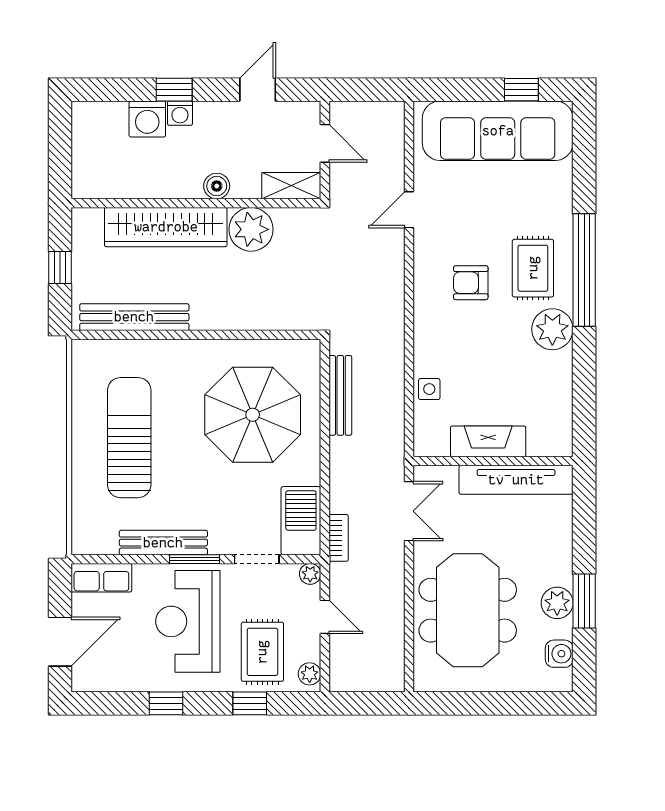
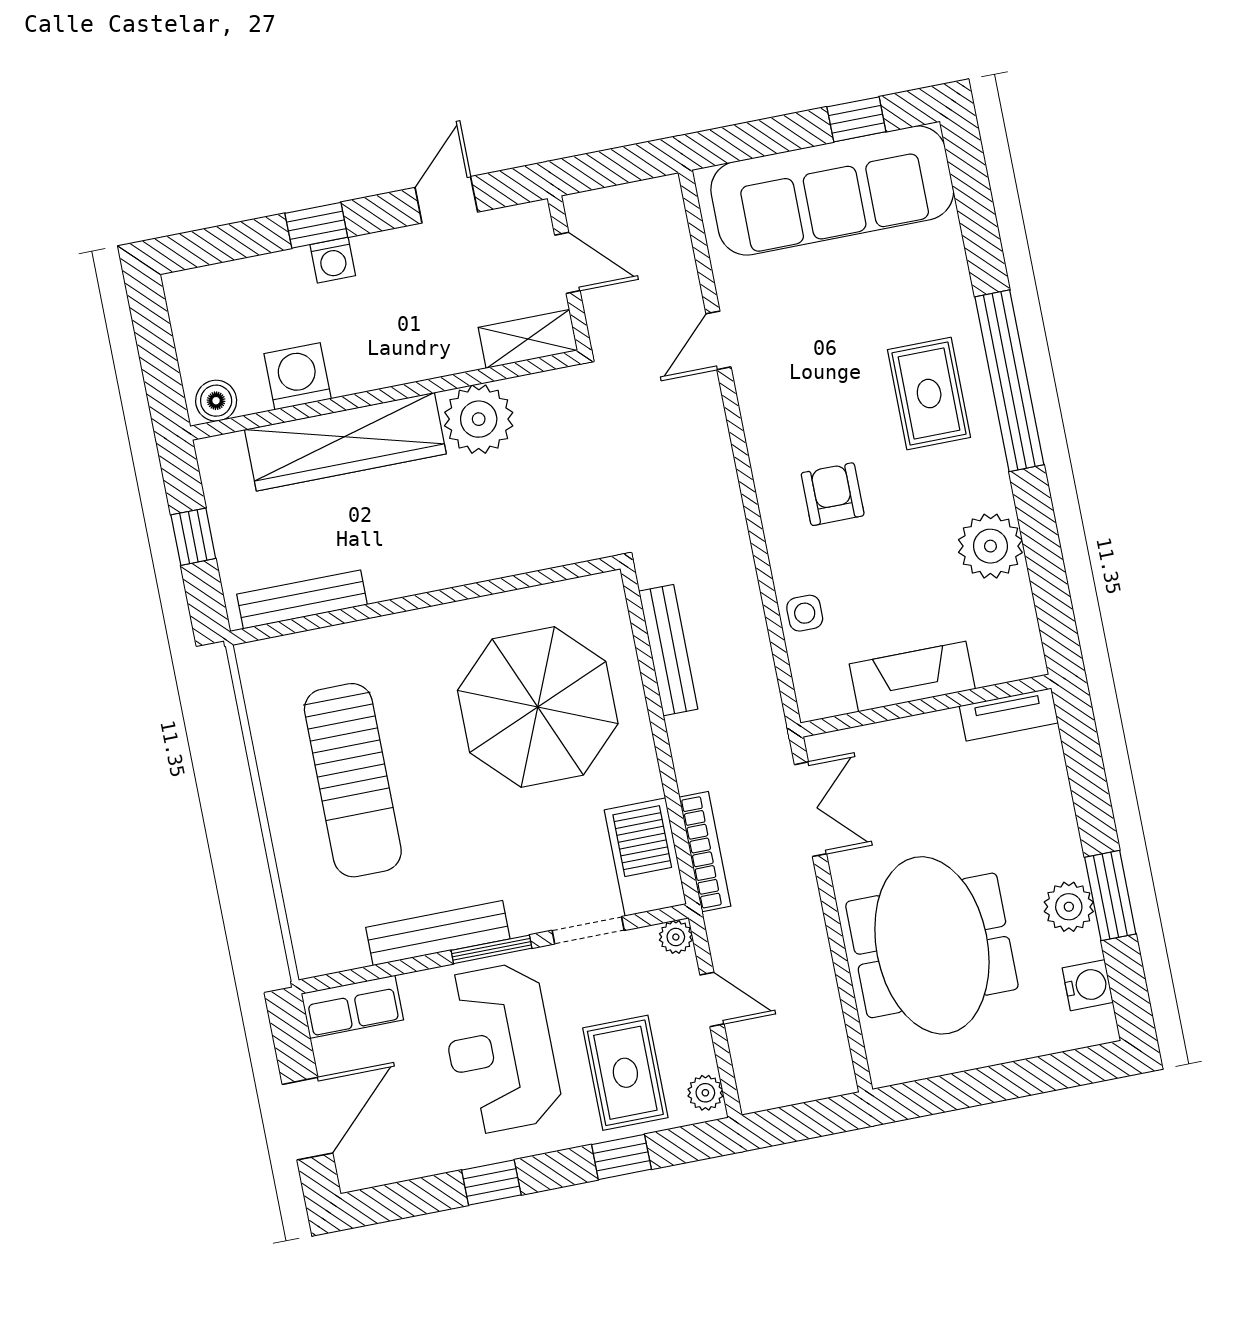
washing machine: (147, 119) -> (298, 376), moved, turned 180
boiler: (217, 186) -> (216, 401), moved
armchair: (471, 283) -> (833, 494), moved, turned 90
bench: (134, 317) -> (302, 599), width x0.73, depth x0.82
plant: (552, 329) -> (990, 546), moved
sun lounger: (129, 438) -> (353, 780), turned 180
tv unit: (516, 480) -> (1009, 714), width x0.52, depth x0.78
bookcase: (339, 538) -> (705, 852), width x1.56

